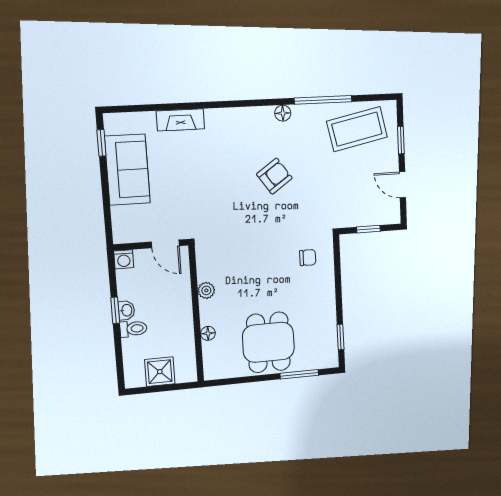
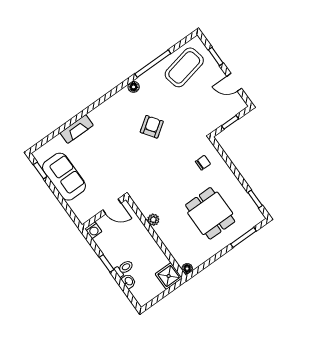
washbasin: (126, 310) -> (129, 281), moved
floor lamp: (208, 333) -> (187, 269), moved
dining table: (268, 342) -> (210, 213), moved
shower: (160, 372) -> (169, 276), moved

